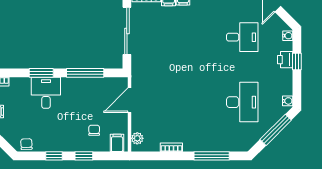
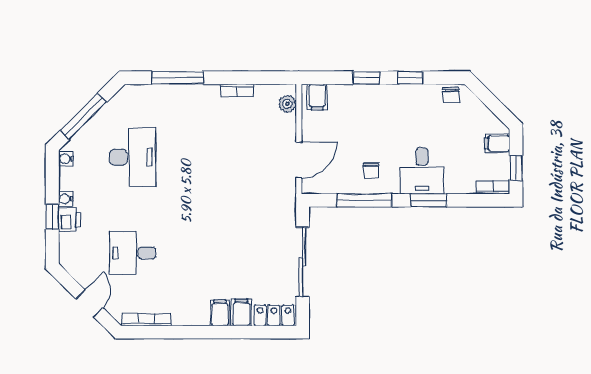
water cooler: (288, 36) -> (66, 199), moved
desk: (242, 102) -> (133, 157), turned 180
chair: (94, 130) -> (371, 170), moved

